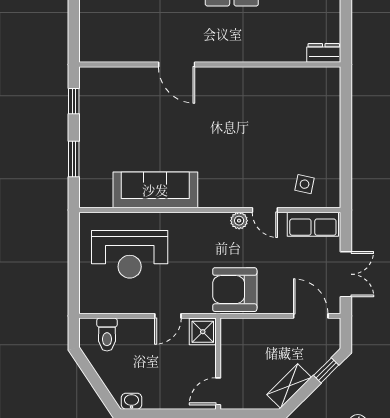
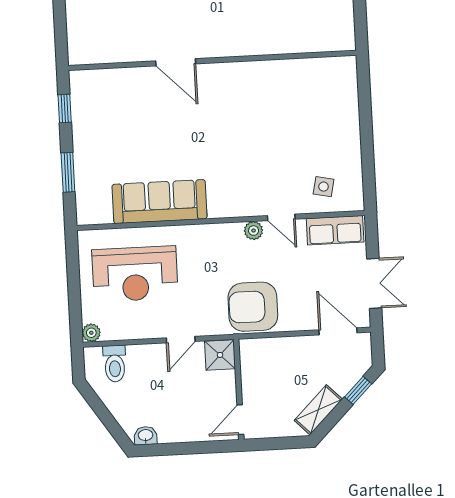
dresser: (324, 53) -> (337, 41), removed
plant: (87, 305) -> (91, 333), added

